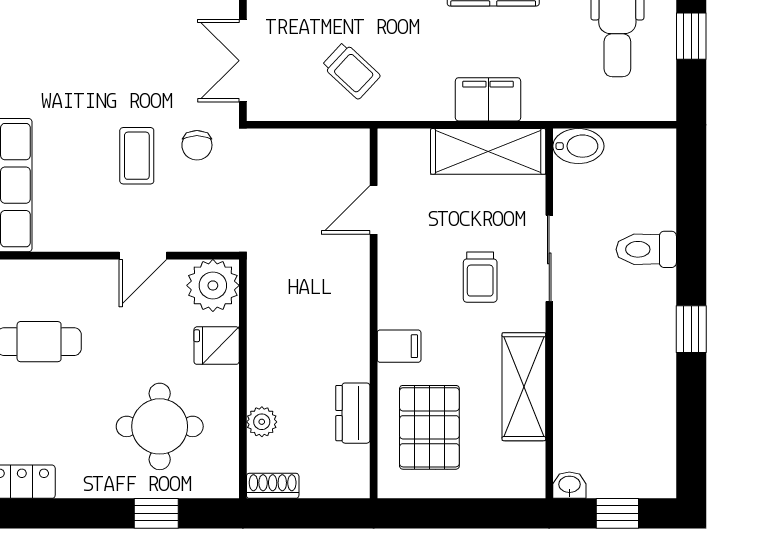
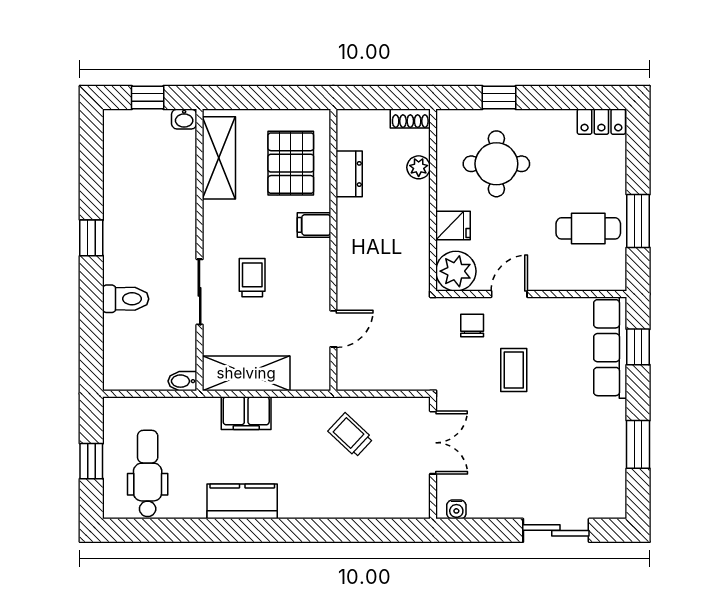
chair: (197, 145) -> (472, 326), moved
bidet: (578, 146) -> (182, 381), width x0.72, depth x0.74
shelving: (524, 387) -> (219, 158), moved

